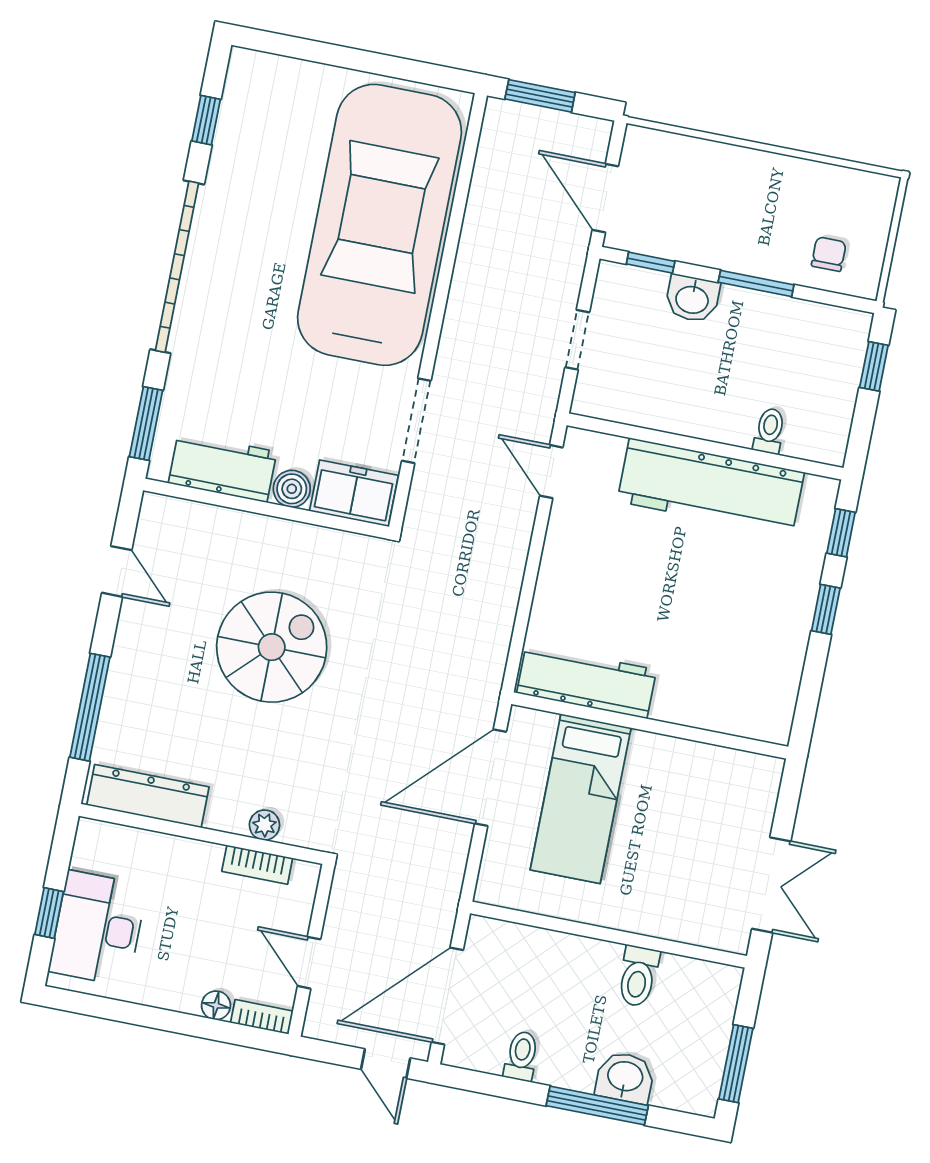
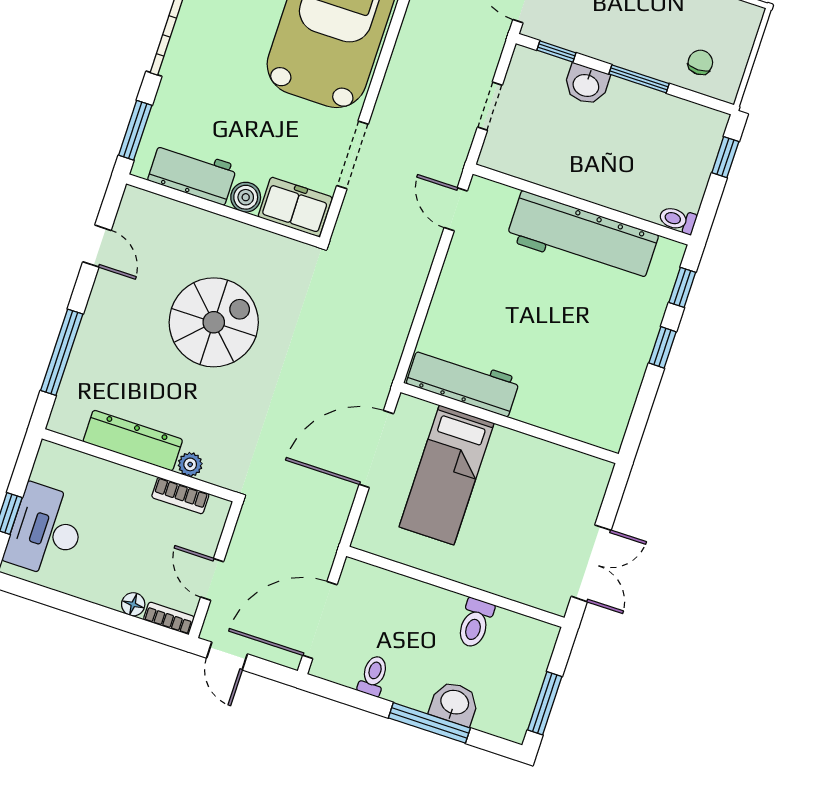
toilet: (769, 431) -> (678, 220), moved, turned -90
dresser: (148, 796) -> (133, 441), moved
door: (386, 1064) -> (227, 656), moved

